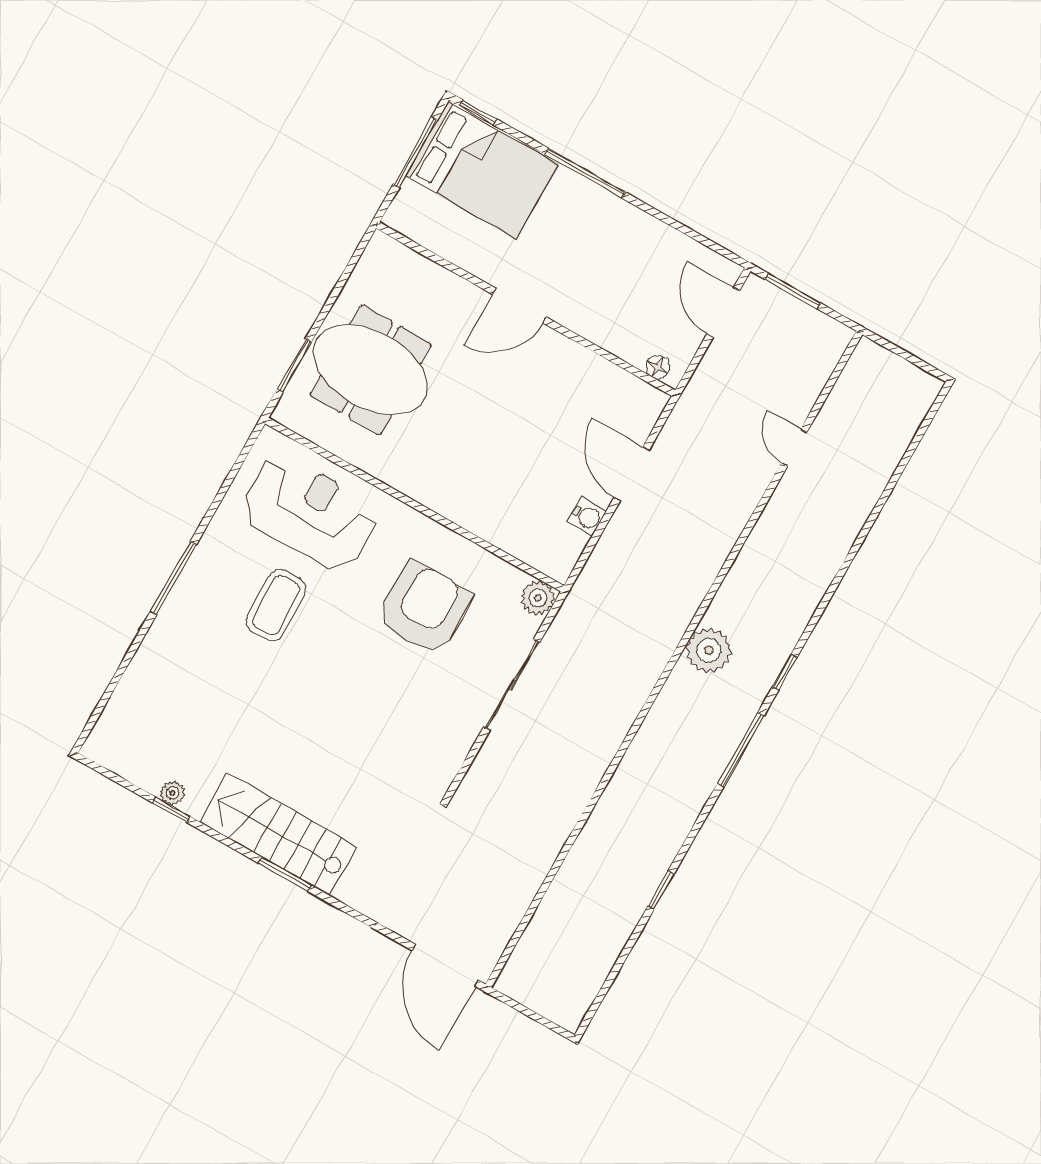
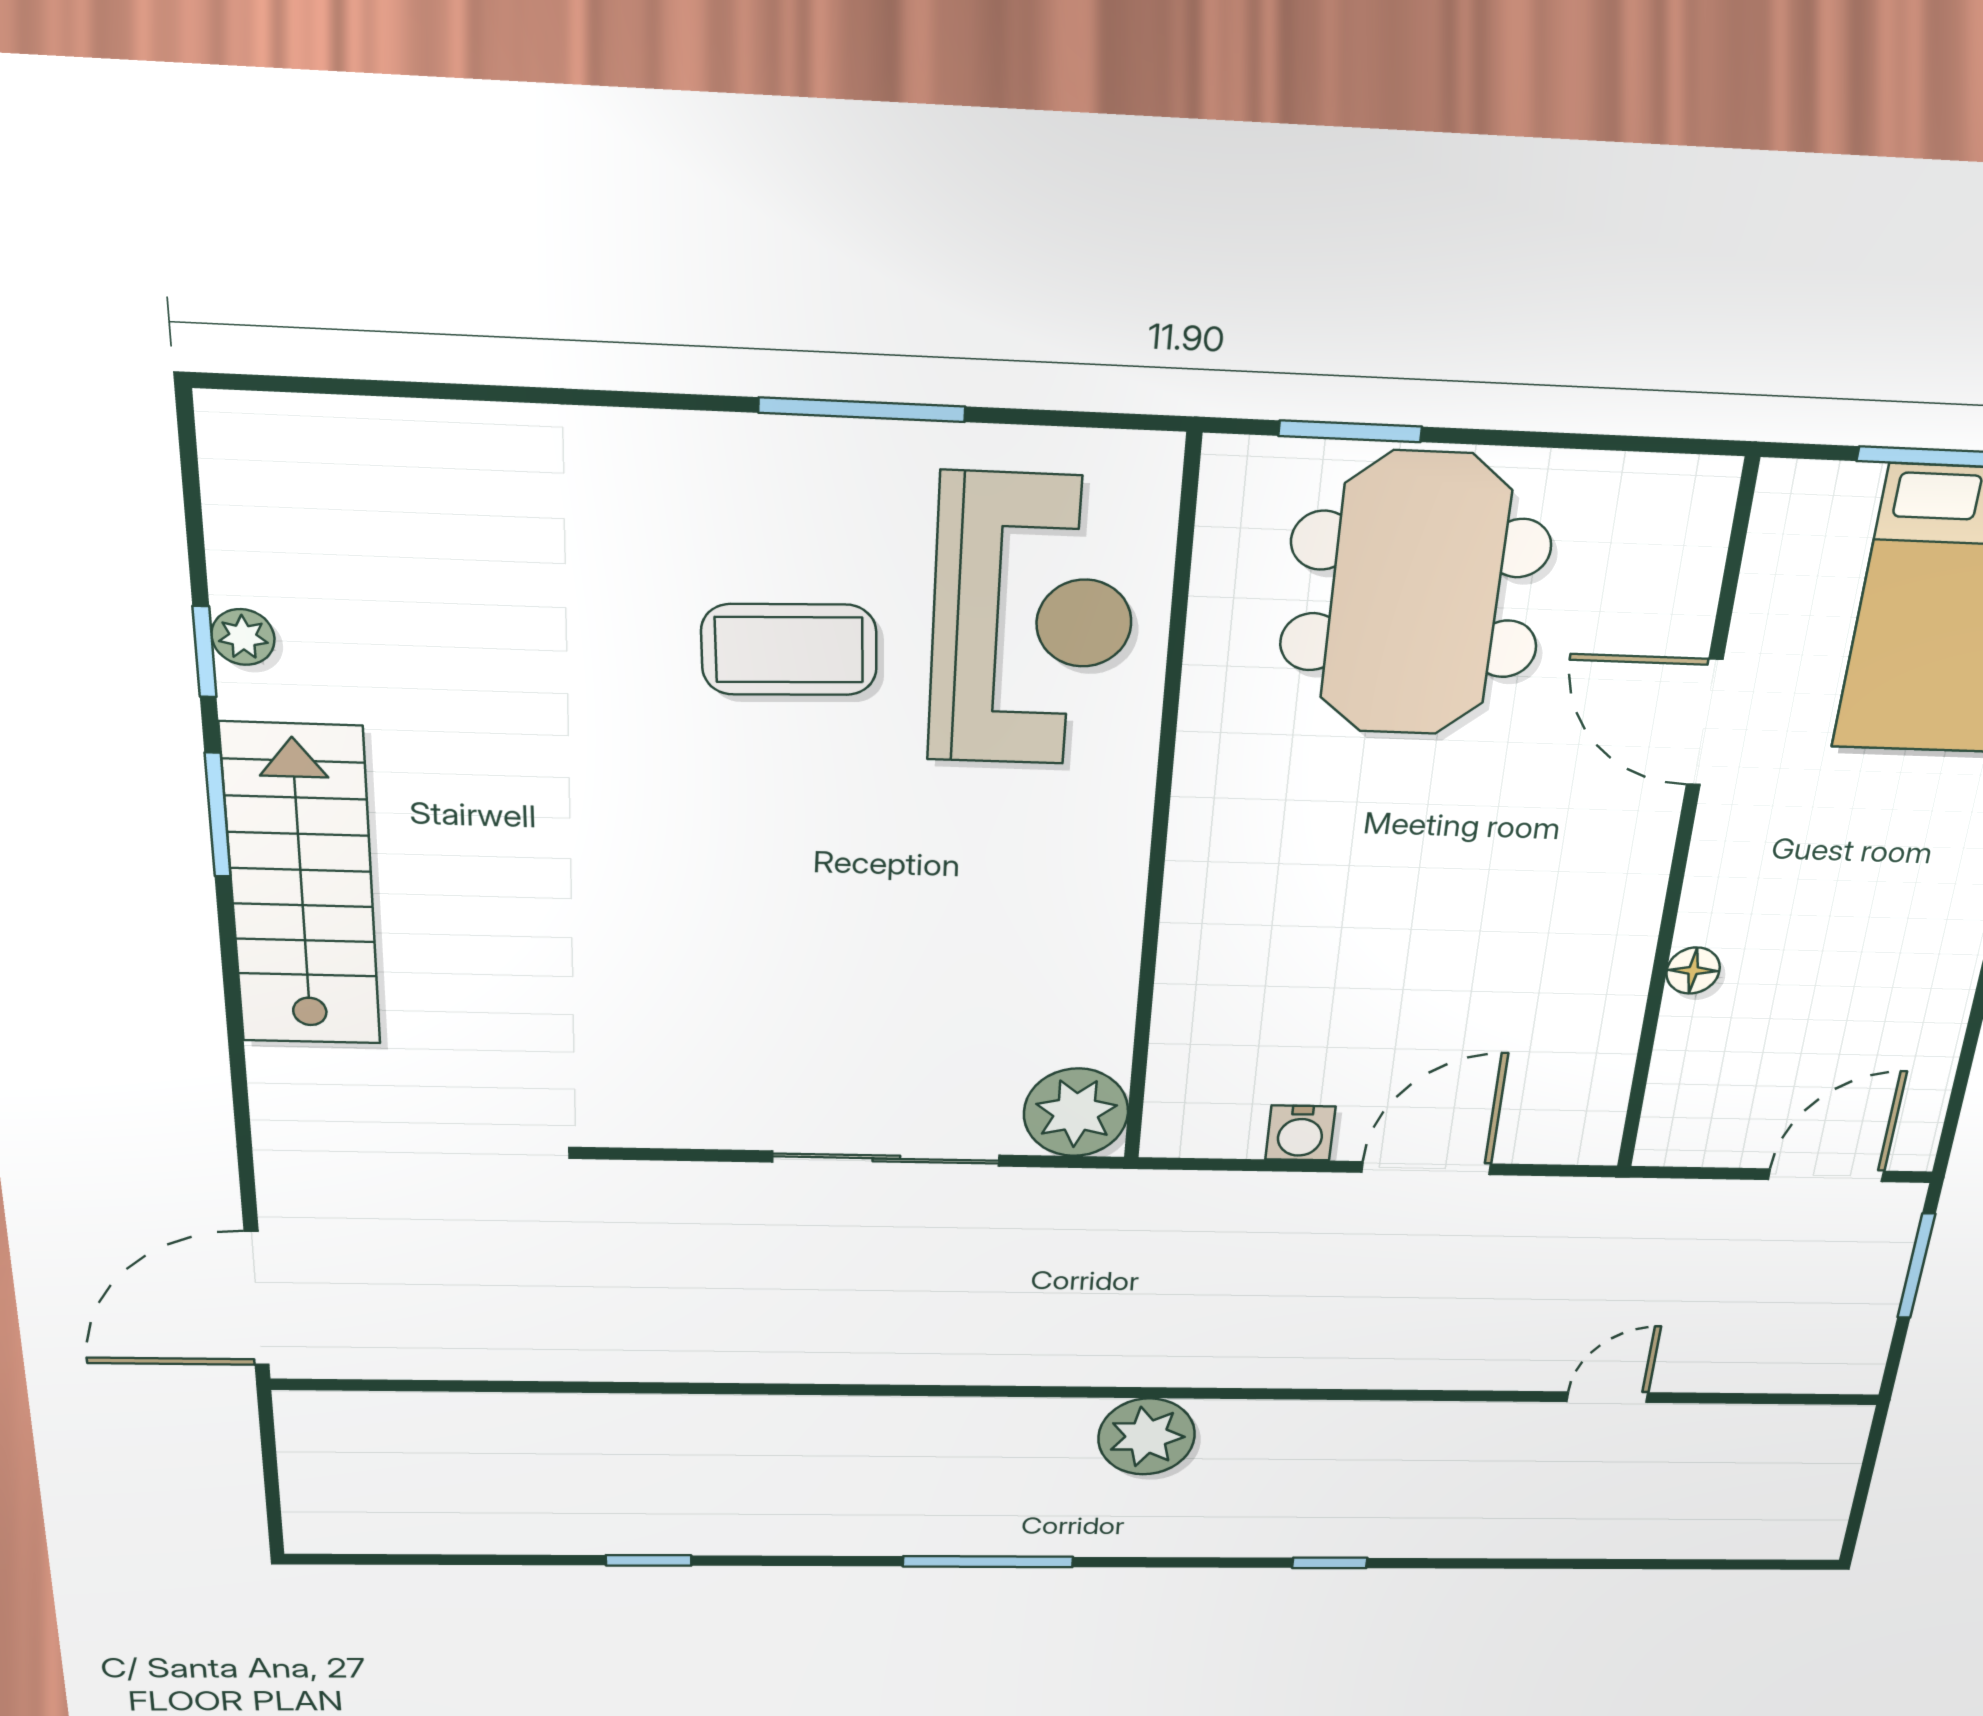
door: (519, 306) -> (1704, 722), moved
floor lamp: (658, 367) -> (1693, 971), moved
window: (173, 578) -> (862, 410), moved
plant: (538, 598) -> (1076, 1112), width x1.36, depth x1.36
armchair: (424, 608) -> (951, 936), removed
window: (785, 672) -> (1330, 1563), moved
window: (285, 874) -> (218, 815), moved

